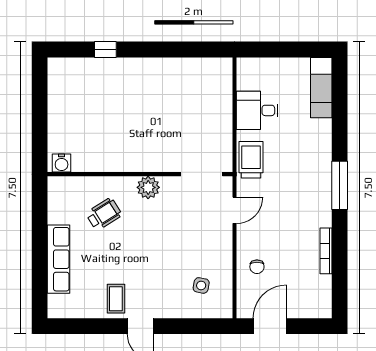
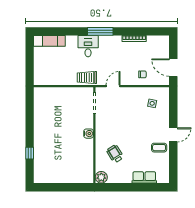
desk: (257, 110) -> (88, 46), moved, turned 180
water cooler: (62, 163) -> (89, 134), moved
plant: (148, 187) -> (101, 177), moved
door: (234, 210) -> (113, 86), hinge flipped
row of seats: (59, 259) -> (144, 177), width x0.68

